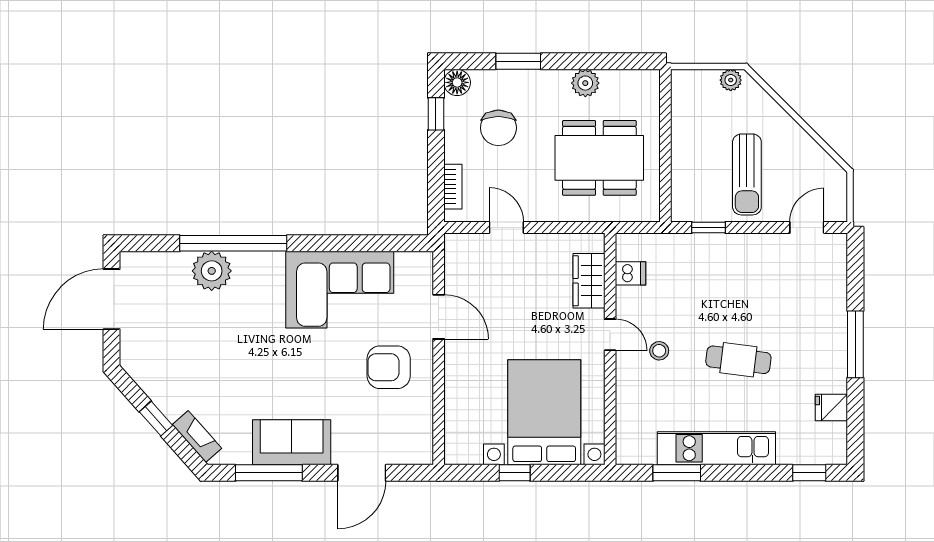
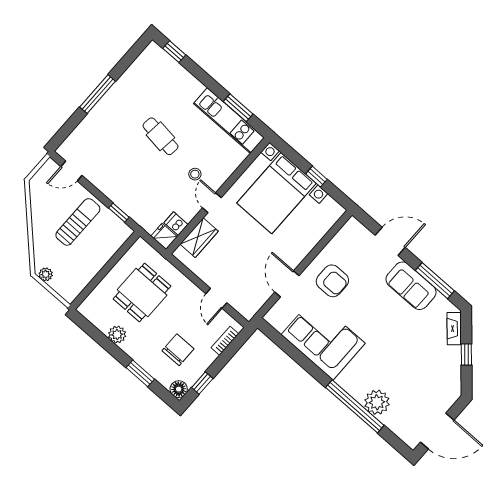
dining table: (599, 158) -> (142, 292), width x0.73
fridge: (831, 407) -> (164, 236), moved, turned 180
kitchen unit: (716, 448) -> (229, 121), moved

